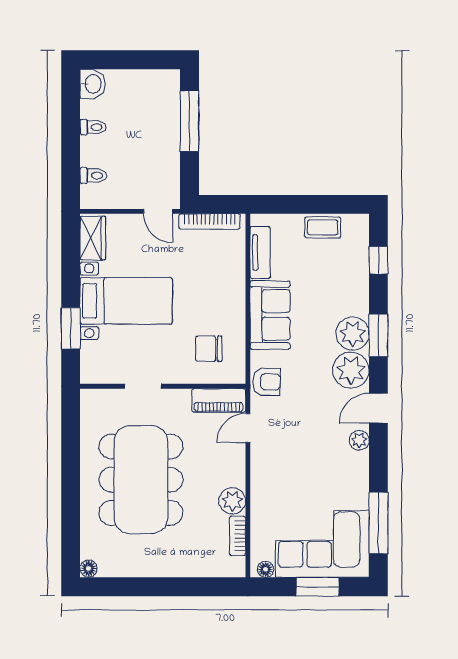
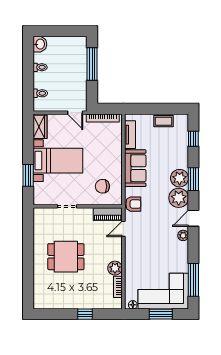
dining table: (141, 480) -> (66, 257), width x0.53, depth x0.80
floor lamp: (89, 568) -> (38, 304), removed
window: (177, 587) -> (85, 314), added

